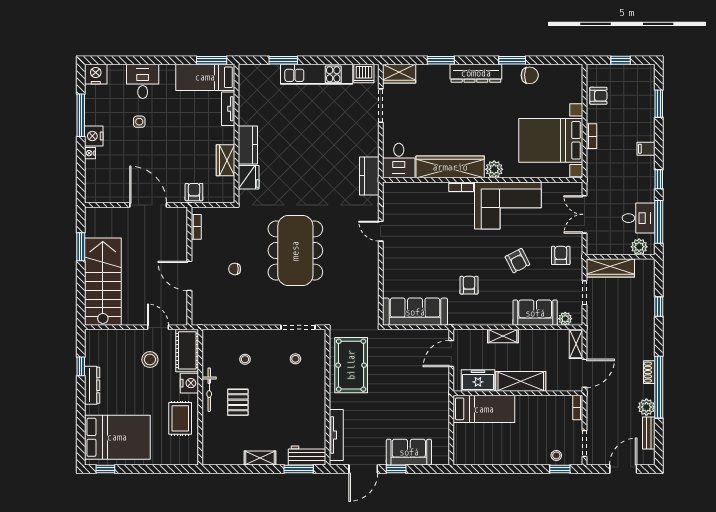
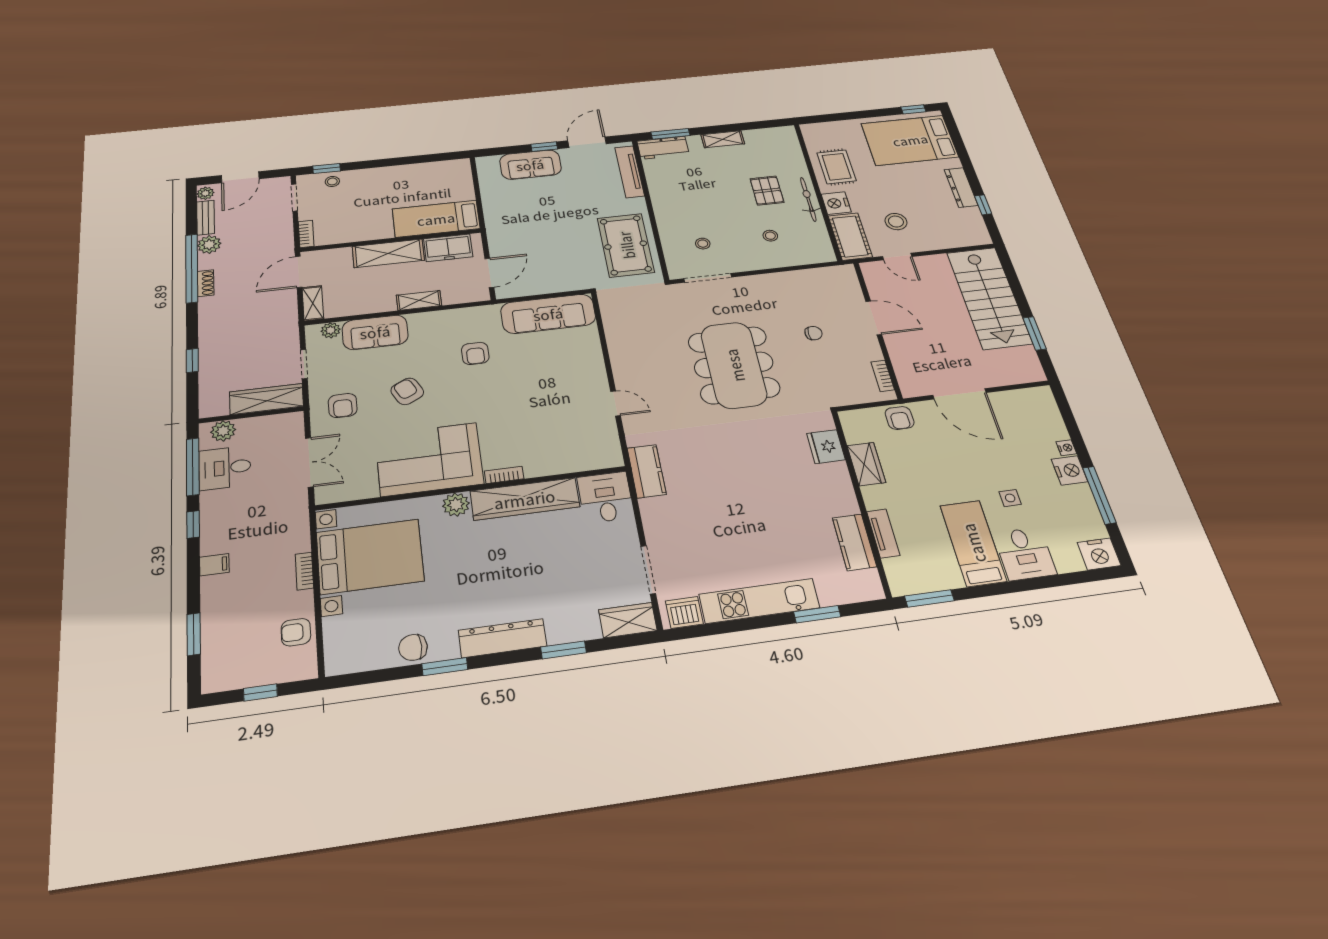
bed: (205, 77) -> (973, 543), moved, turned -90
kitchen counter: (248, 145) -> (854, 542), moved
plant: (649, 457) -> (205, 193), added

